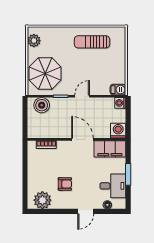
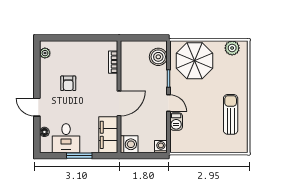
barbecue: (118, 90) -> (176, 121), moved
plant: (42, 200) -> (45, 53), width x0.53, depth x0.53

